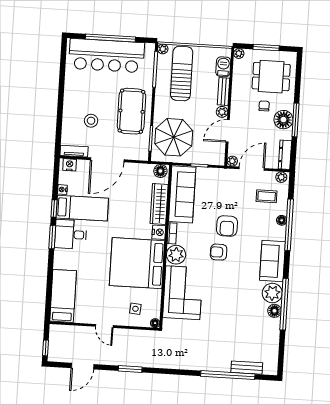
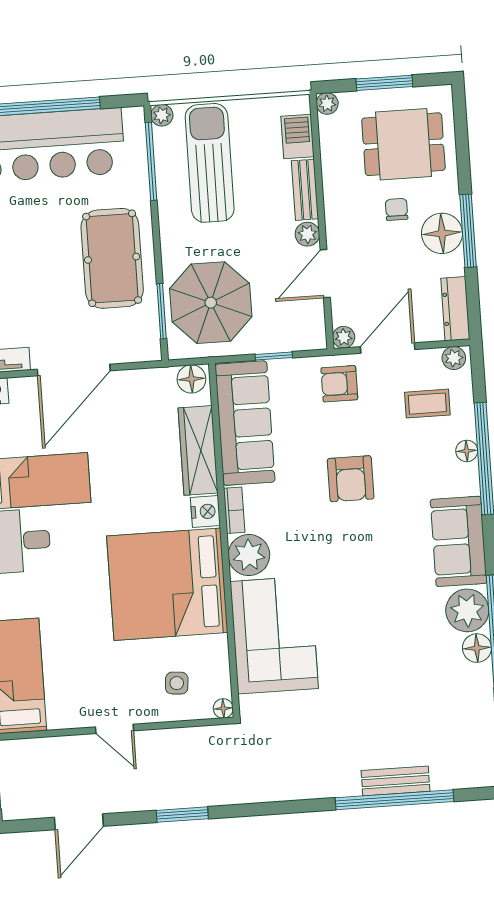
stool: (91, 121) -> (28, 290), removed
armchair: (219, 252) -> (339, 384), moved
bench: (247, 368) -> (395, 781), moved

